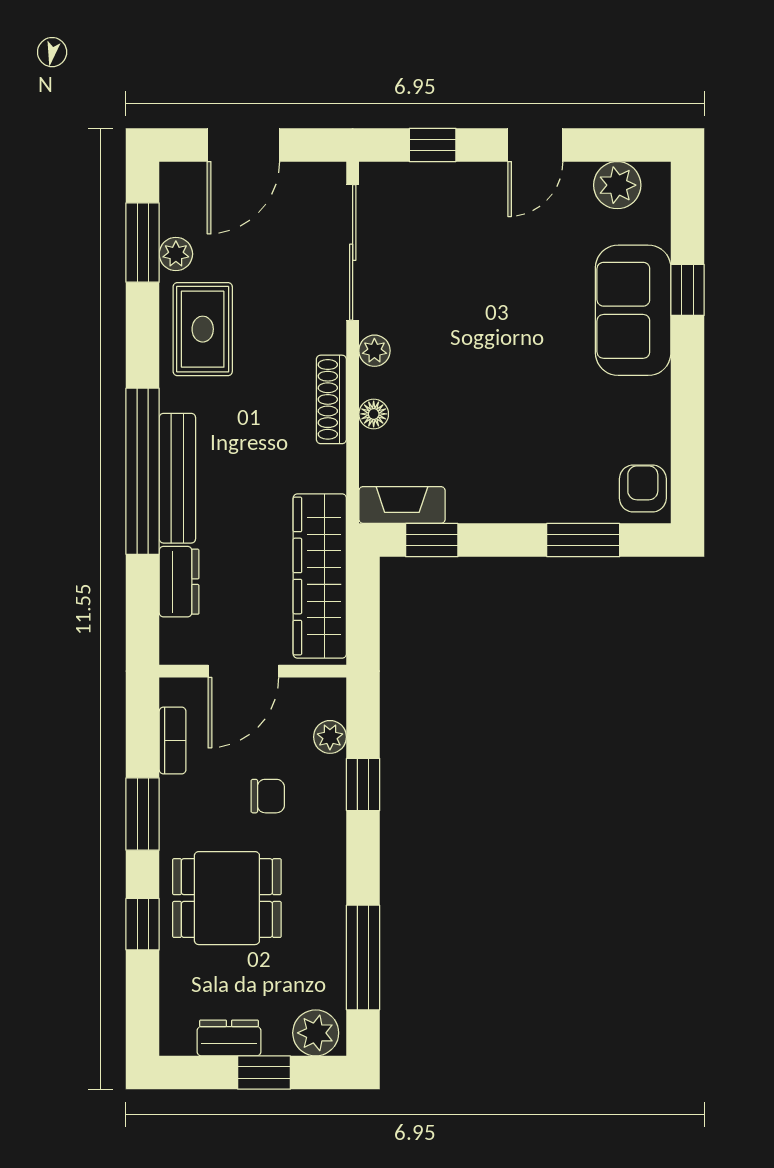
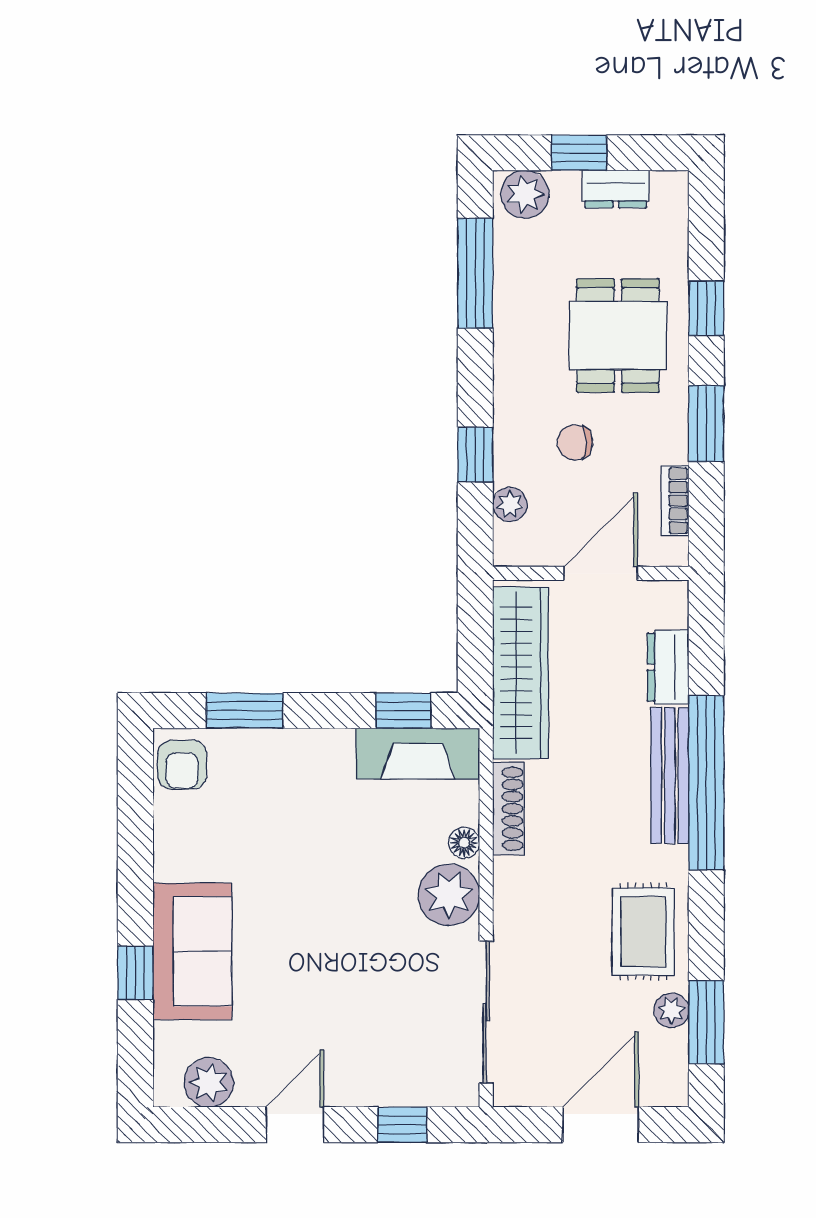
plant: (374, 351) -> (449, 895), width x1.88, depth x1.88
shoe rack: (331, 399) -> (508, 809), moved
fireplace: (402, 505) -> (418, 753), width x1.37, depth x1.32
dining table: (227, 898) -> (618, 336), turned 90

